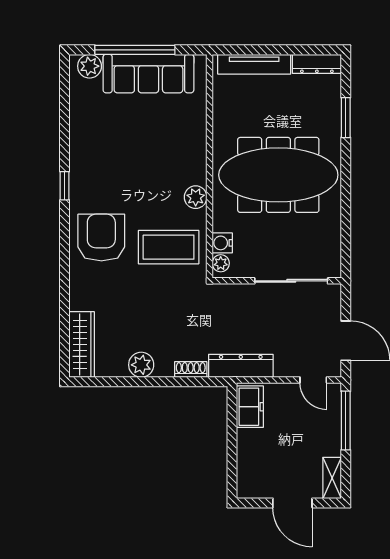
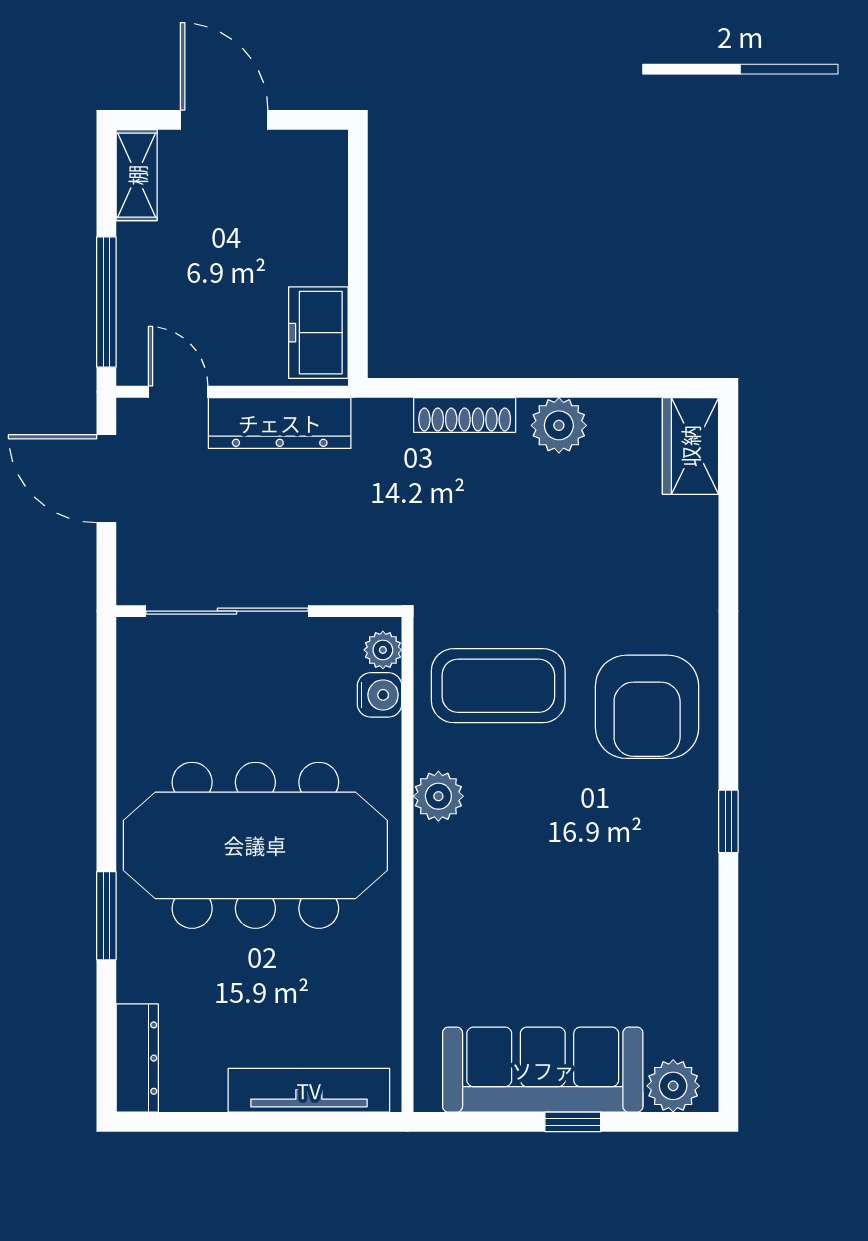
window: (135, 50) -> (573, 1122), width x0.32
dresser: (317, 64) -> (137, 1058), moved, turned 90
window: (346, 118) -> (106, 916), moved
wardrobe: (82, 345) -> (690, 446), width x0.67
dresser: (241, 366) -> (280, 423), moved
shoe rack: (191, 369) -> (465, 415), width x1.43

